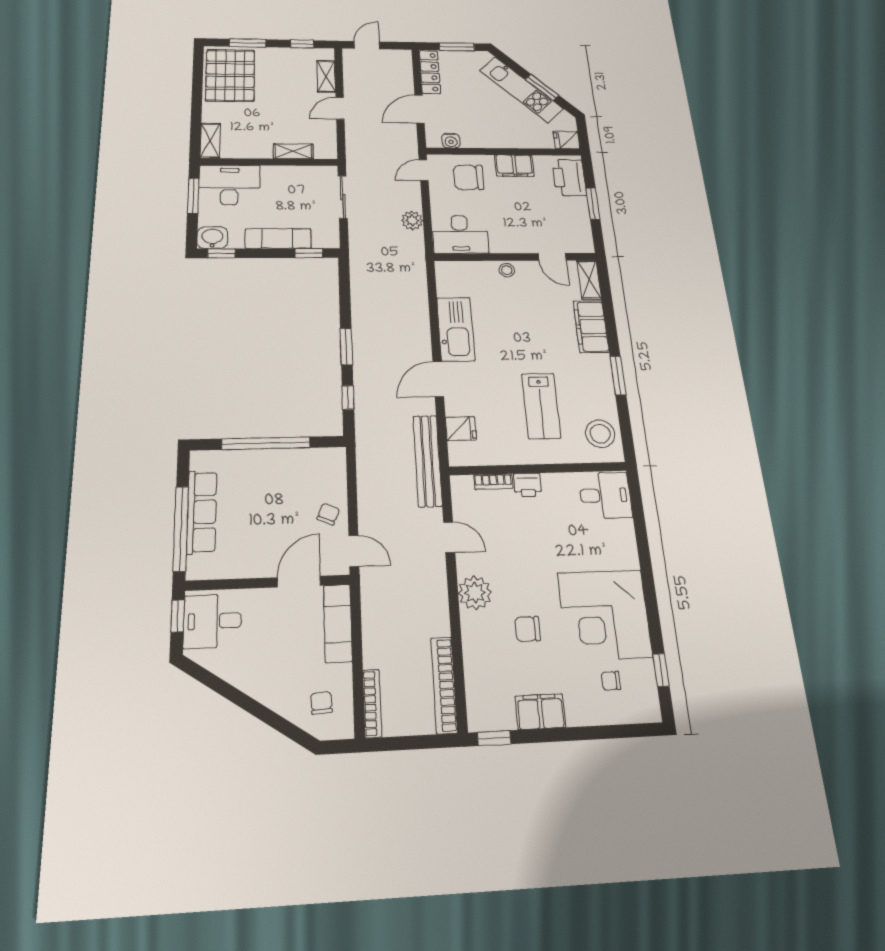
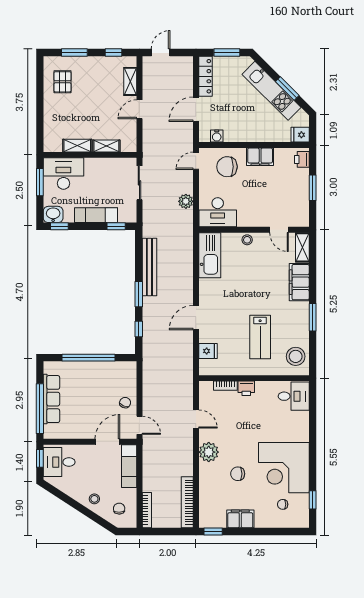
pallet: (230, 75) -> (62, 82), width x0.49, depth x0.50
shelving: (210, 141) -> (77, 146), moved, turned 90
printer: (569, 177) -> (302, 159), width x0.53, depth x0.68
kitchen sink: (456, 329) -> (210, 255), moved
bench: (428, 461) -> (149, 267), moved
stool: (276, 687) -> (94, 499), added

